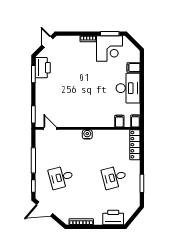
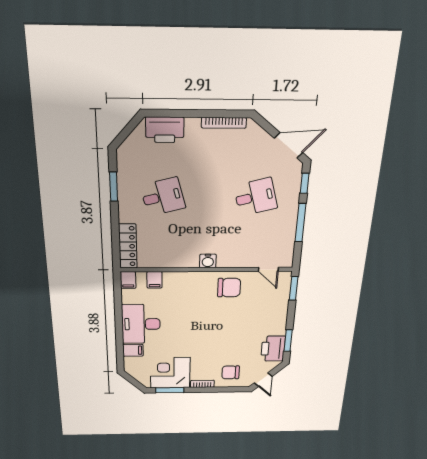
chair: (70, 48) -> (231, 372), added
chair: (74, 115) -> (229, 288), added

